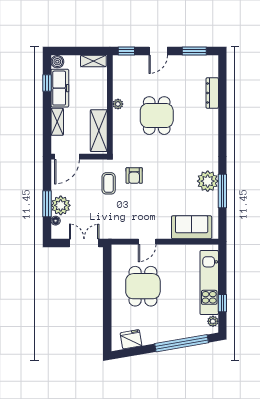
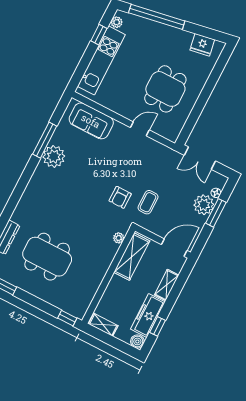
door: (158, 51) -> (37, 303), removed
plant: (118, 104) -> (119, 238), moved
dining table: (157, 116) -> (47, 257), moved, width x1.38
armchair: (134, 176) -> (120, 197), turned 180

